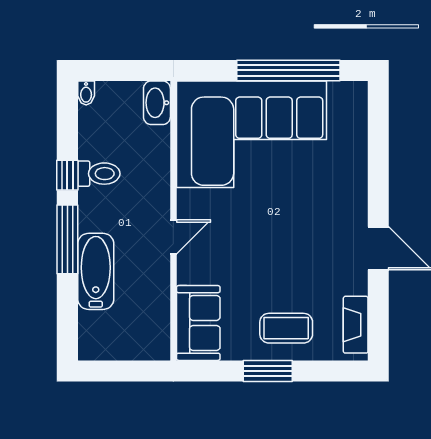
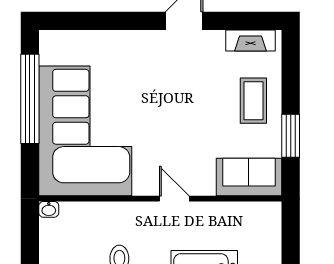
washbasin: (157, 103) -> (49, 209), width x0.52, depth x0.69
window: (268, 371) -> (291, 136), moved

